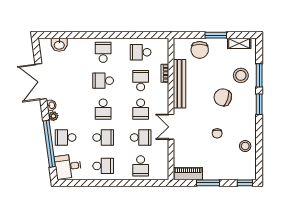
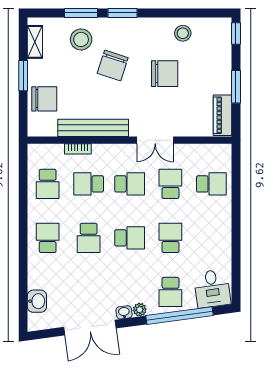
school desk: (103, 52) -> (48, 238), turned 90
chair: (217, 133) -> (165, 74), width x1.87, depth x1.87
school desk: (103, 166) -> (211, 238), removed

